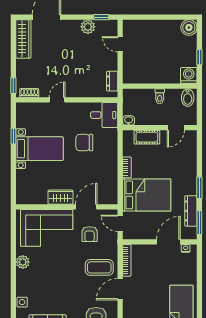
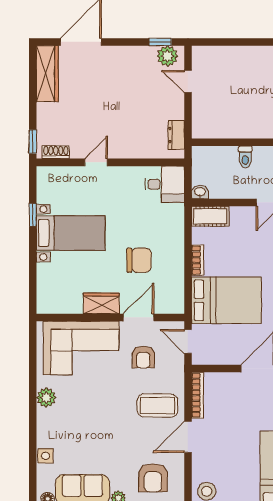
plant: (88, 27) -> (167, 56), moved
cot: (147, 137) -> (210, 216), moved
chair: (84, 143) -> (139, 260), moved, turned 180

